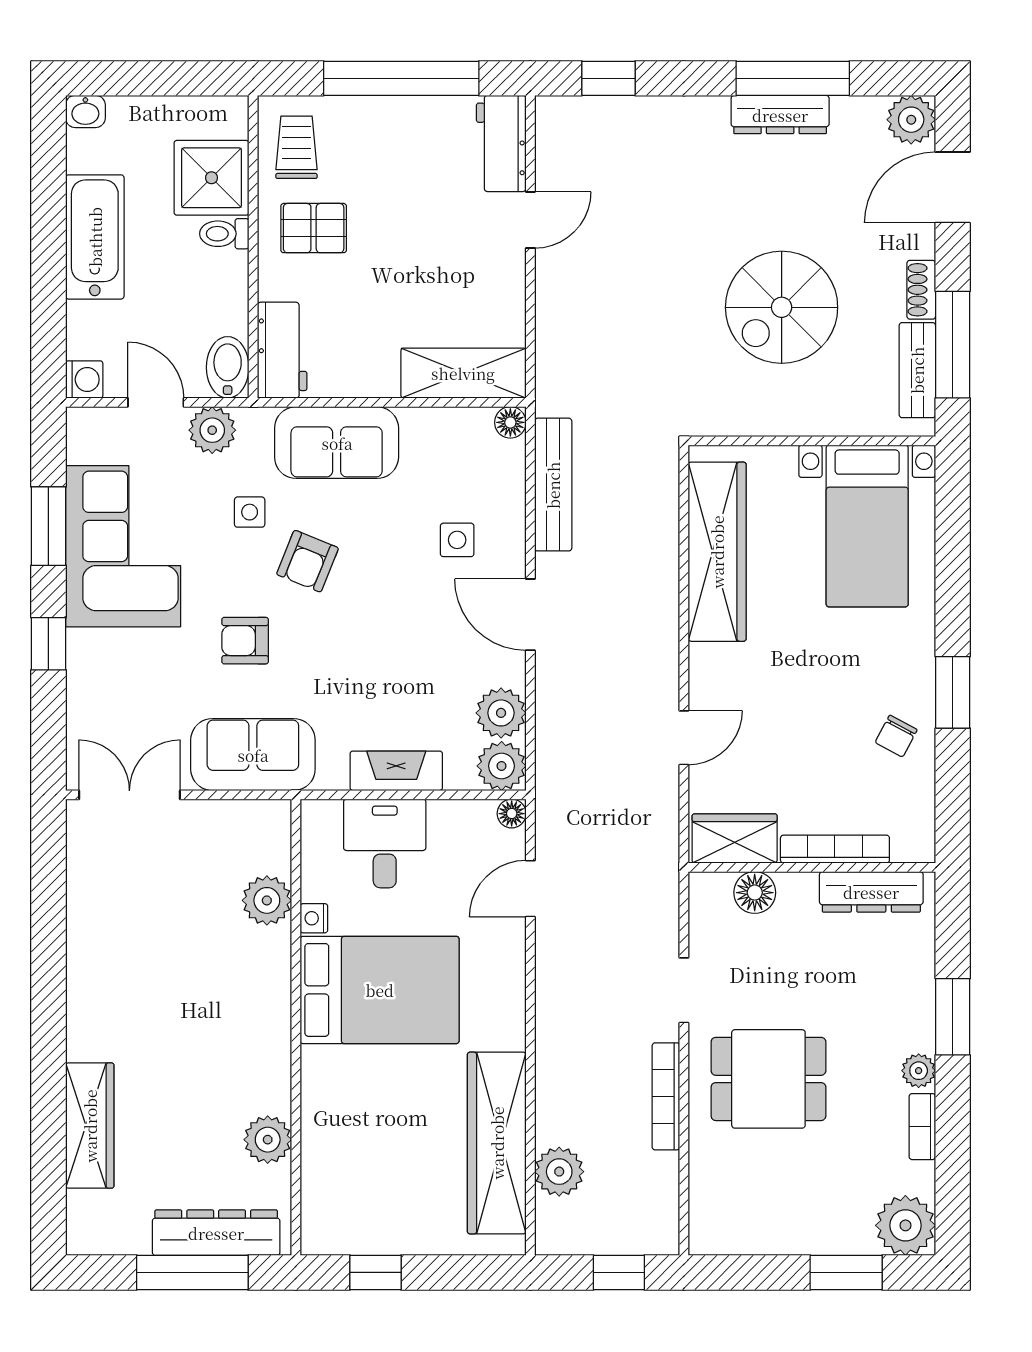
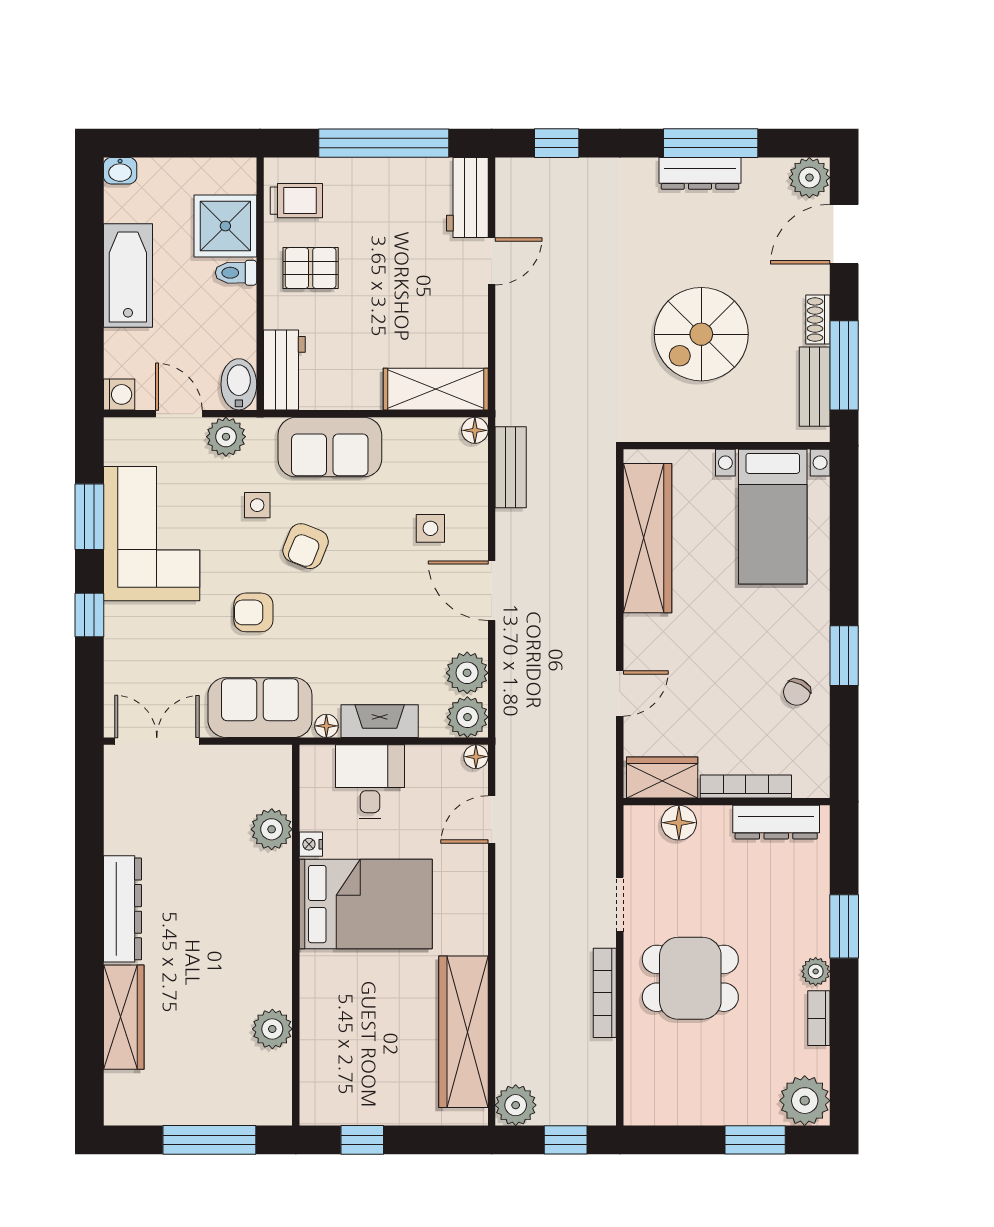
trolley: (296, 147) -> (296, 201), turned 90
bench: (553, 485) -> (511, 467), width x0.73
floor lamp: (333, 777) -> (326, 726), added
plant: (559, 1172) -> (516, 1105), moved
dresser: (216, 1233) -> (122, 909), moved, turned 90

